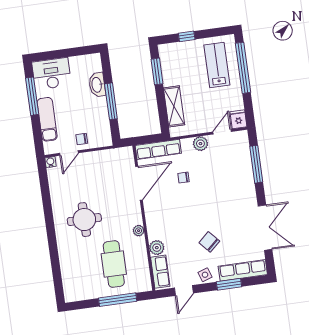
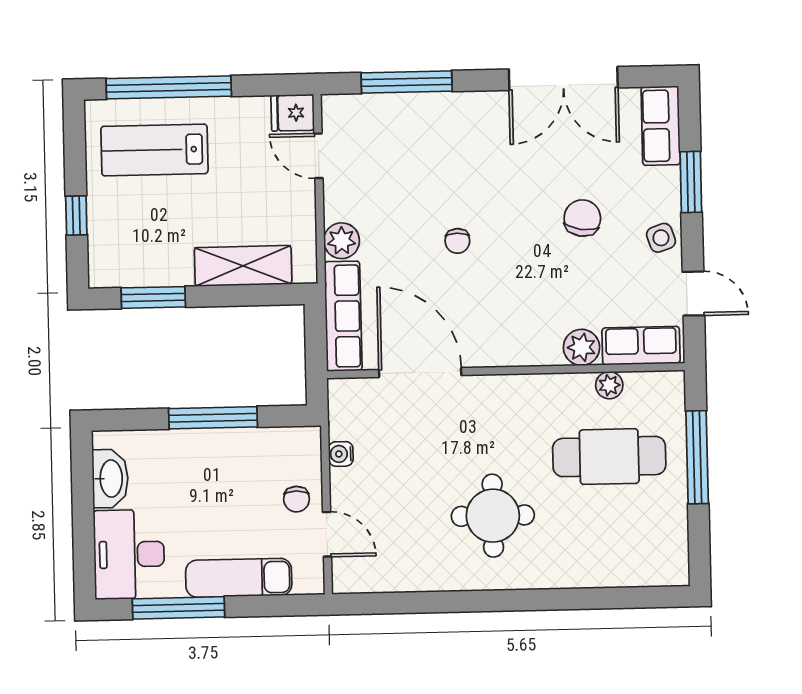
washbasin: (97, 85) -> (110, 479), moved, turned -90
plant: (200, 144) -> (342, 241), moved
water cooler: (50, 162) -> (341, 454), moved
chair: (184, 178) -> (457, 241), moved
double door: (265, 228) -> (563, 78), swing flipped
plant: (139, 231) -> (609, 385), moved
chair: (209, 242) -> (582, 218), turned 141
row of seats: (243, 270) -> (661, 126), width x0.68

